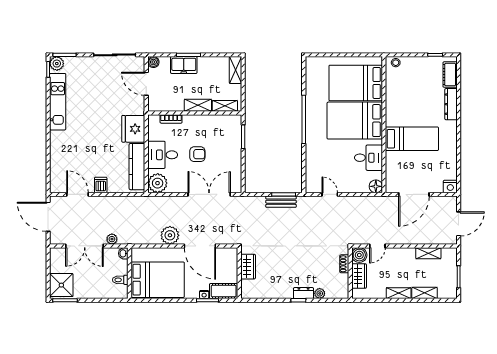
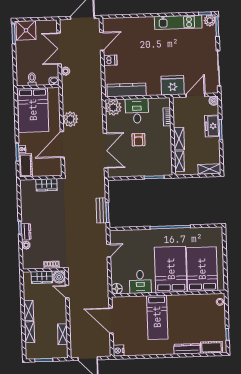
fridge: (133, 129) -> (173, 85), moved

